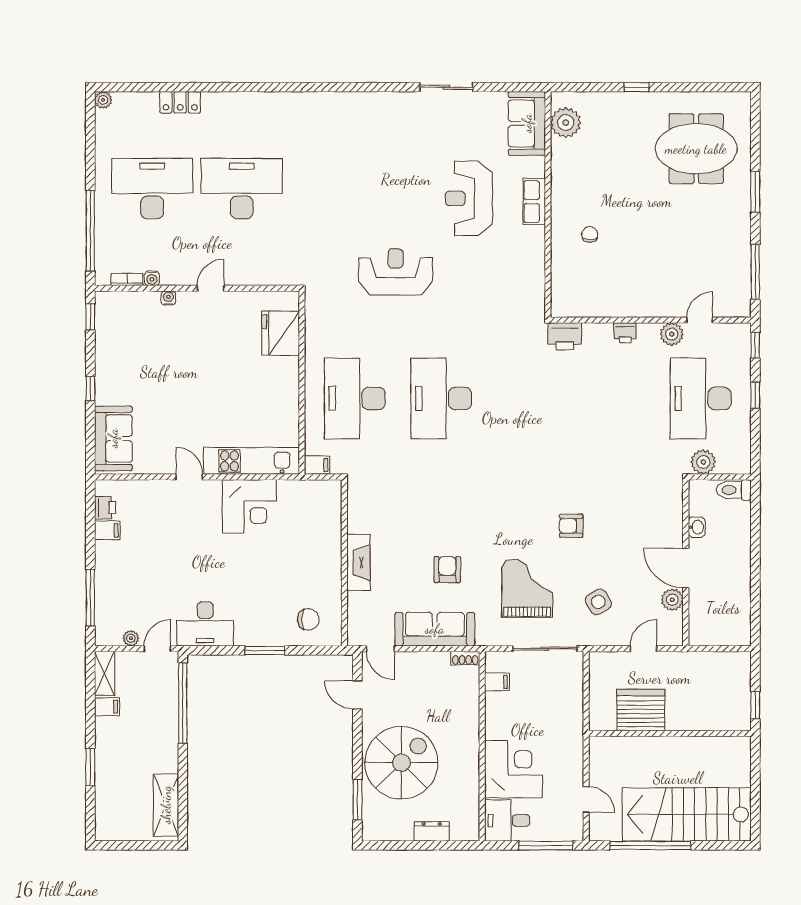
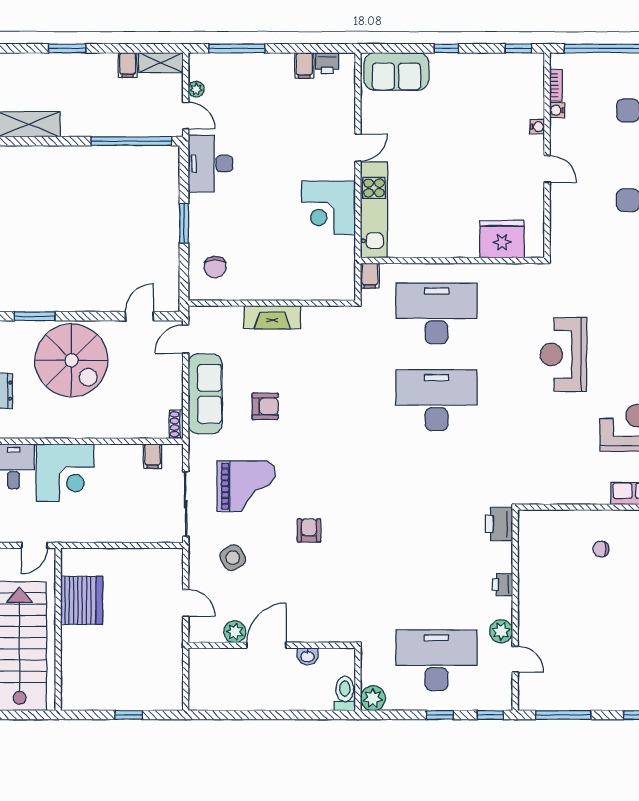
chair: (590, 234) -> (601, 549), turned 180
reception desk: (396, 272) -> (563, 354), turned 180
plant: (703, 462) -> (373, 698), moved
server rack: (641, 710) -> (82, 600), moved
wall: (670, 734) -> (58, 629), moved

